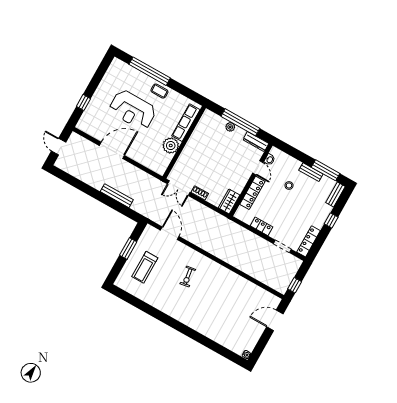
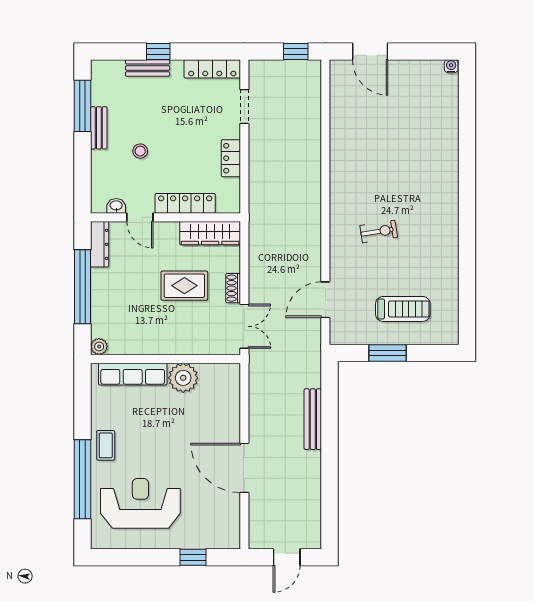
reception desk: (133, 110) -> (140, 503), moved, turned -90
plant: (230, 127) -> (99, 347), moved
door: (258, 168) -> (140, 217), swing flipped
rug: (214, 171) -> (184, 286), added
bench: (335, 195) -> (148, 68), moved
wardrobe: (229, 201) -> (210, 233), width x1.50

